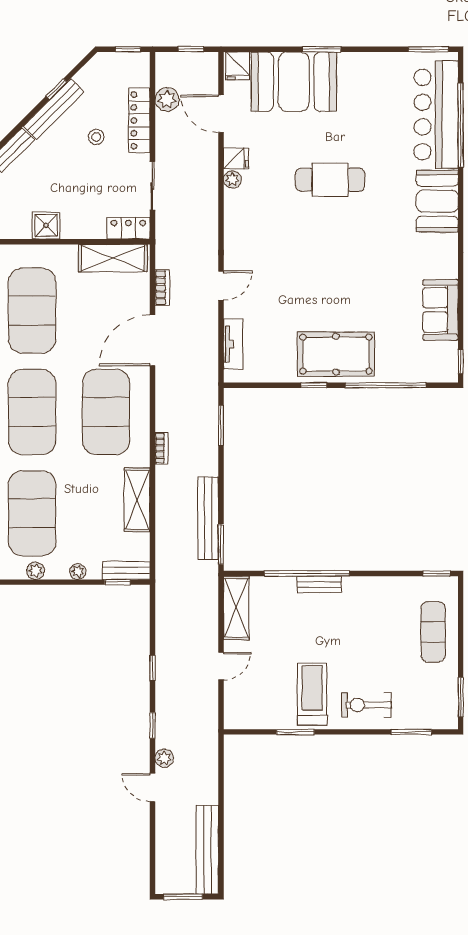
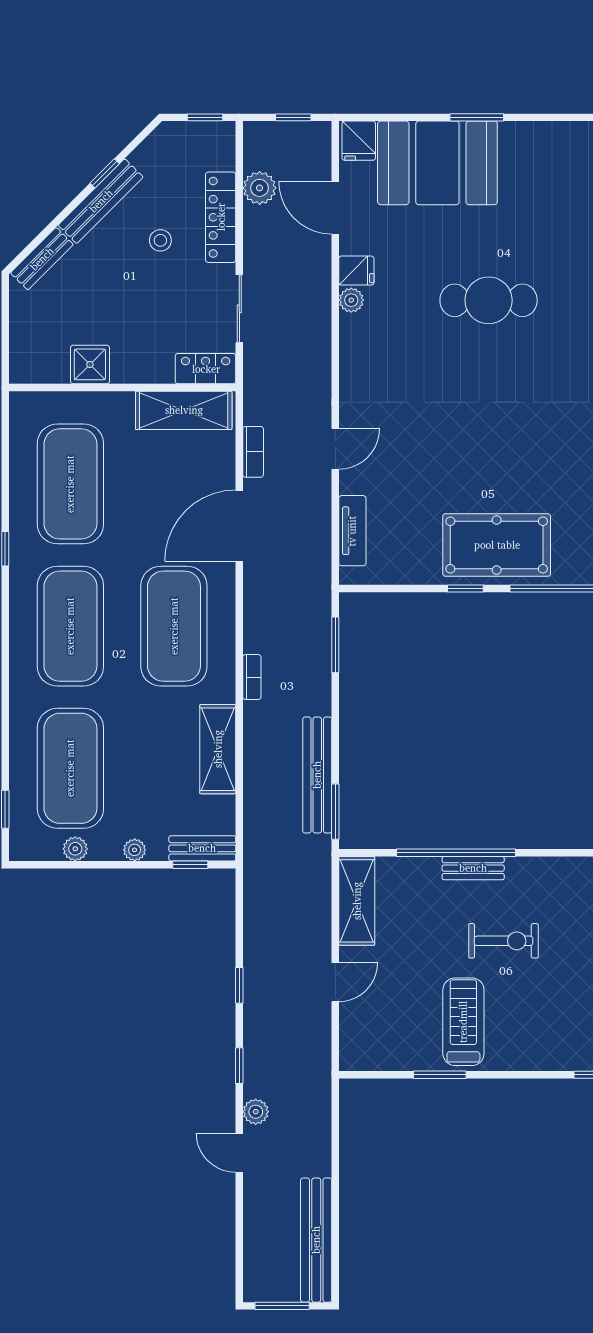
exercise bike: (366, 705) -> (504, 941), moved, turned 180

